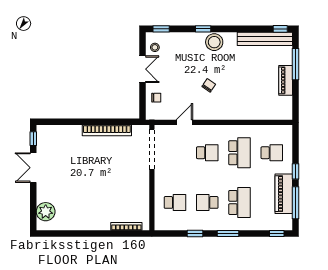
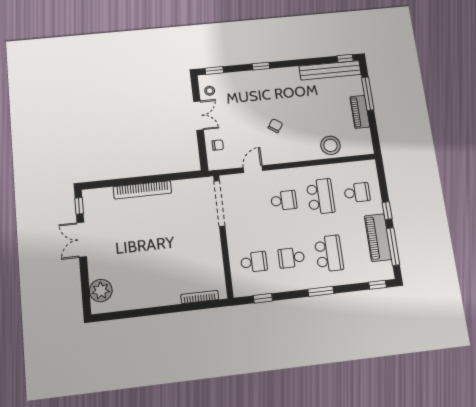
stool: (214, 42) -> (330, 145), moved
bookcase: (107, 130) -> (142, 190), moved
window: (195, 233) -> (263, 298), moved

